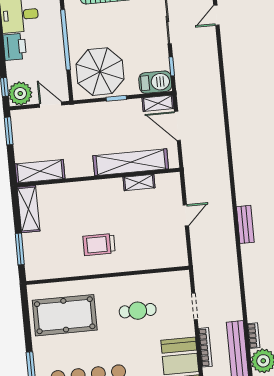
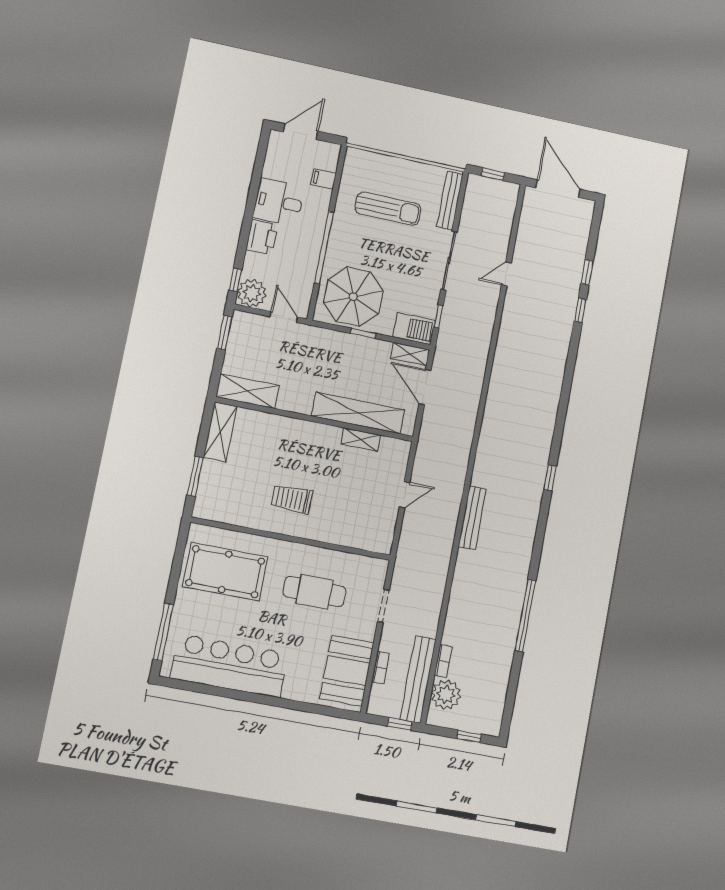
bench: (245, 224) -> (472, 518), width x1.36
cafe table: (138, 311) -> (314, 592), width x1.37, depth x1.35
bookcase: (205, 347) -> (380, 667), width x0.64

